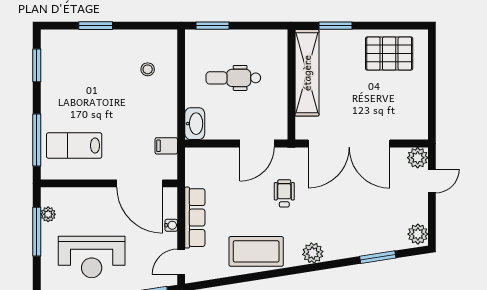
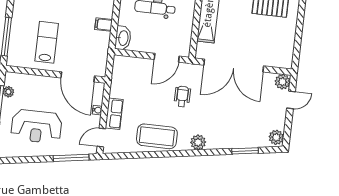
lab bench: (74, 146) -> (47, 42), moved, turned 90
filing cabinet: (166, 146) -> (103, 25), moved
row of seats: (195, 218) -> (114, 114), width x0.68

